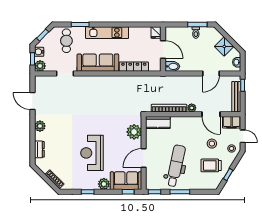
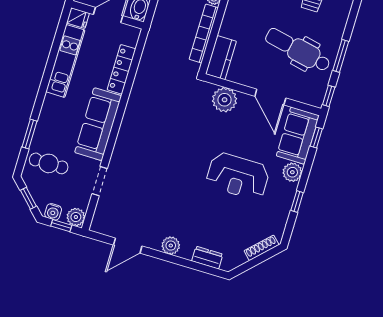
kitchen unit: (107, 33) -> (65, 61), moved

